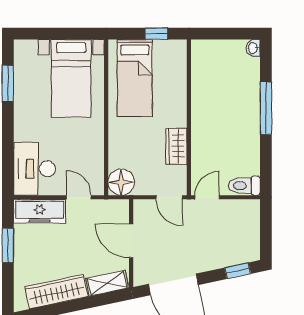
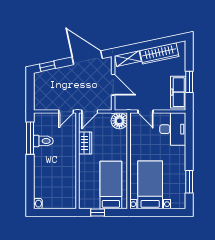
window: (266, 108) -> (30, 138), moved
toilet: (244, 186) -> (43, 141), moved
door: (169, 197) -> (90, 112), swing flipped
freezer: (40, 211) -> (178, 92), moved, turned -90

